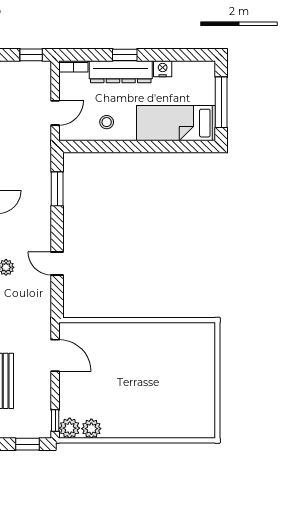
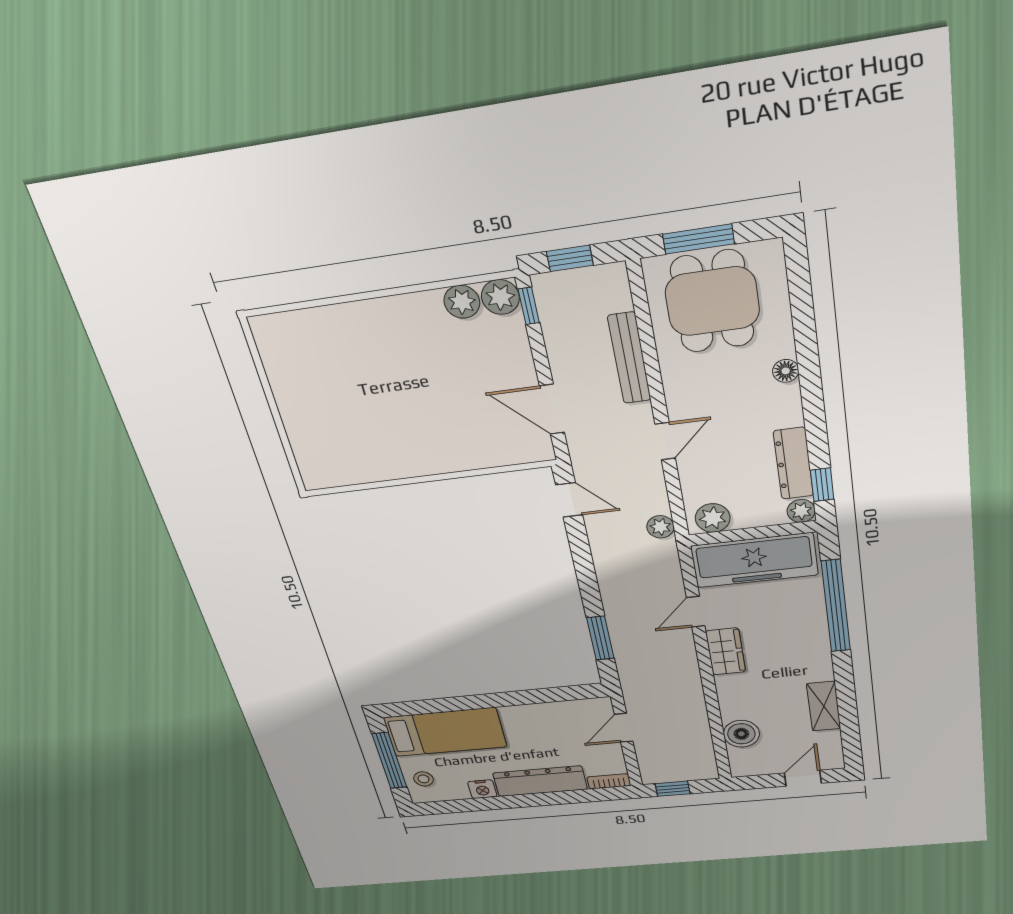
window: (125, 55) -> (539, 799), removed
stool: (107, 122) -> (423, 779), moved
door: (57, 263) -> (569, 500), moved

